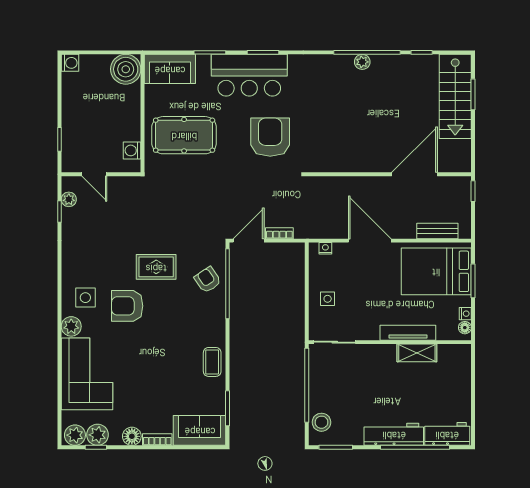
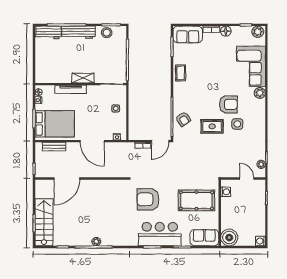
armchair: (270, 137) -> (148, 199), turned 90
side table: (85, 298) -> (237, 124), moved
shelving: (417, 353) -> (83, 78), moved
stool: (321, 422) -> (107, 33), moved
plant: (98, 435) -> (245, 32), removed

